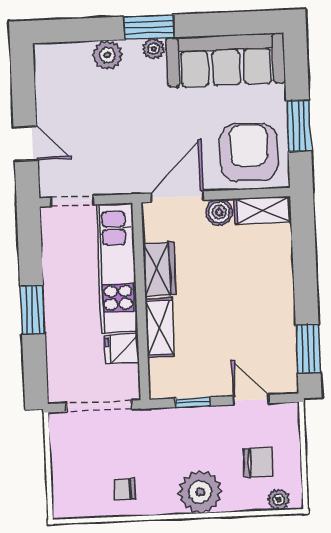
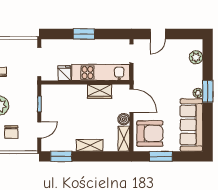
plant: (107, 55) -> (196, 57), moved
shelving: (159, 327) -> (90, 145), moved

